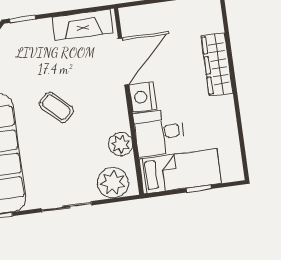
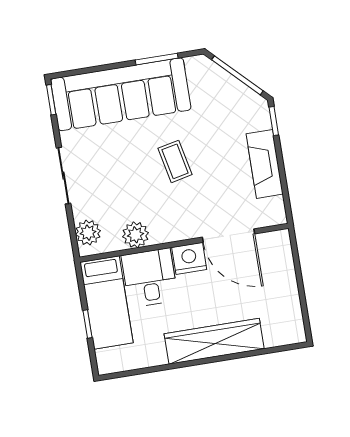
fireplace: (82, 25) -> (265, 164), moved
wardrobe: (217, 64) -> (214, 341), width x1.40, depth x1.17
coffee table: (56, 107) -> (175, 161), turned -56
plant: (113, 183) -> (88, 233), width x0.73, depth x0.73

